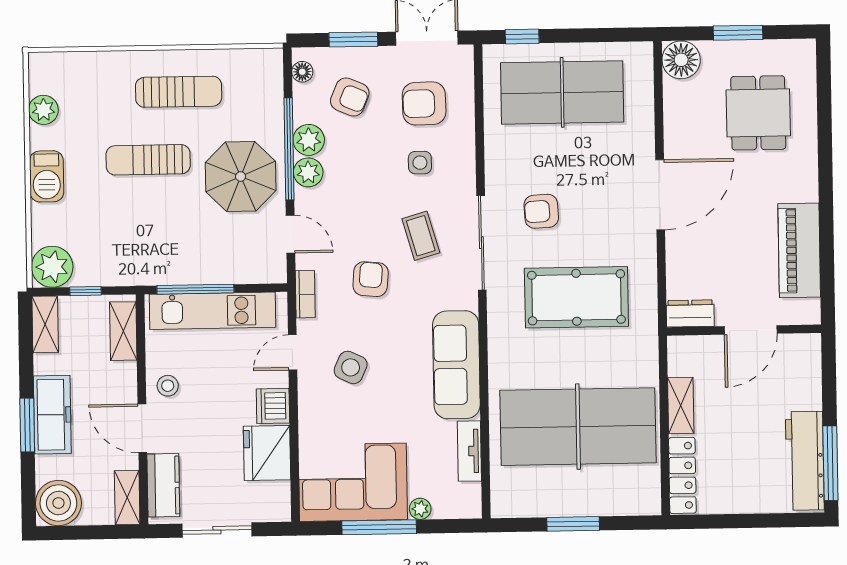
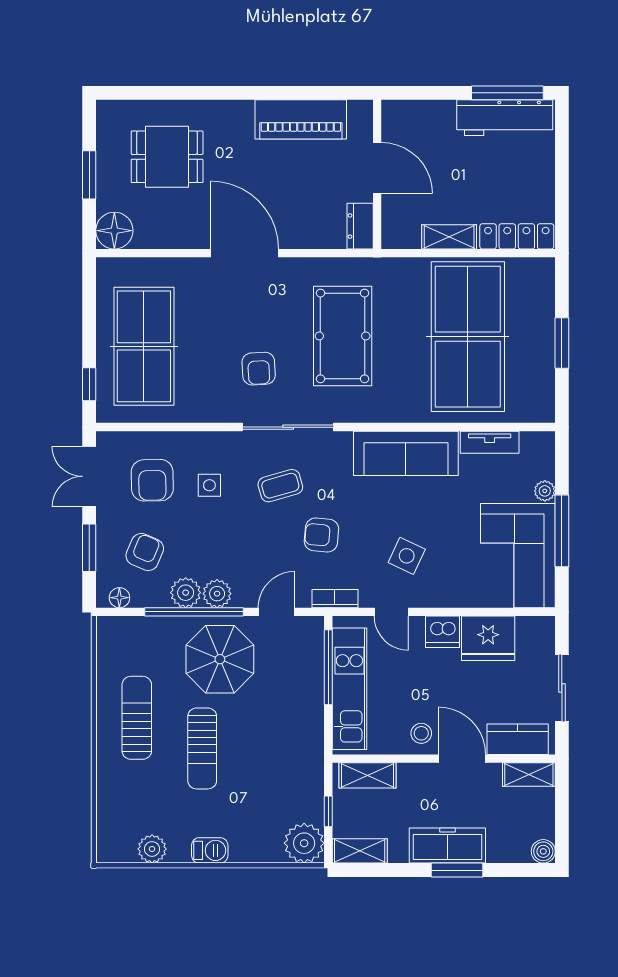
barbecue: (47, 176) -> (210, 850), width x0.73, depth x0.79
window: (195, 289) -> (328, 667), moved
door: (142, 428) -> (462, 759), swing flipped
boiler: (58, 503) -> (543, 851), width x0.54, depth x0.54

